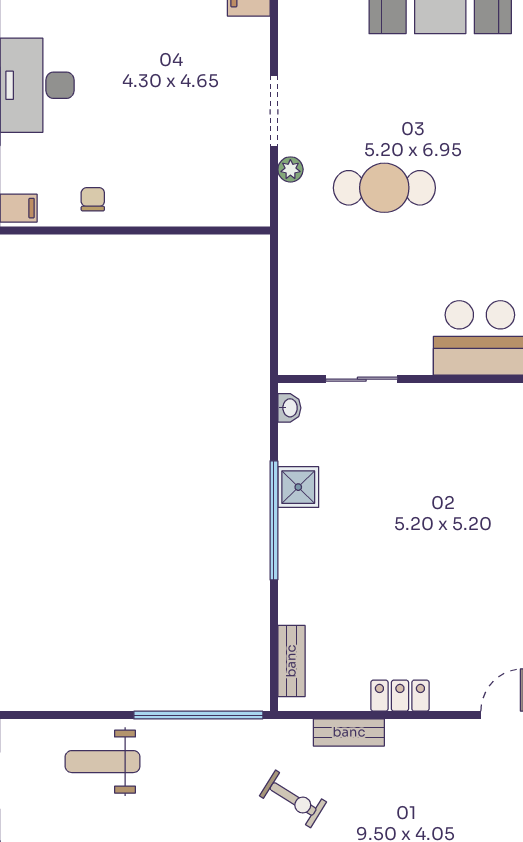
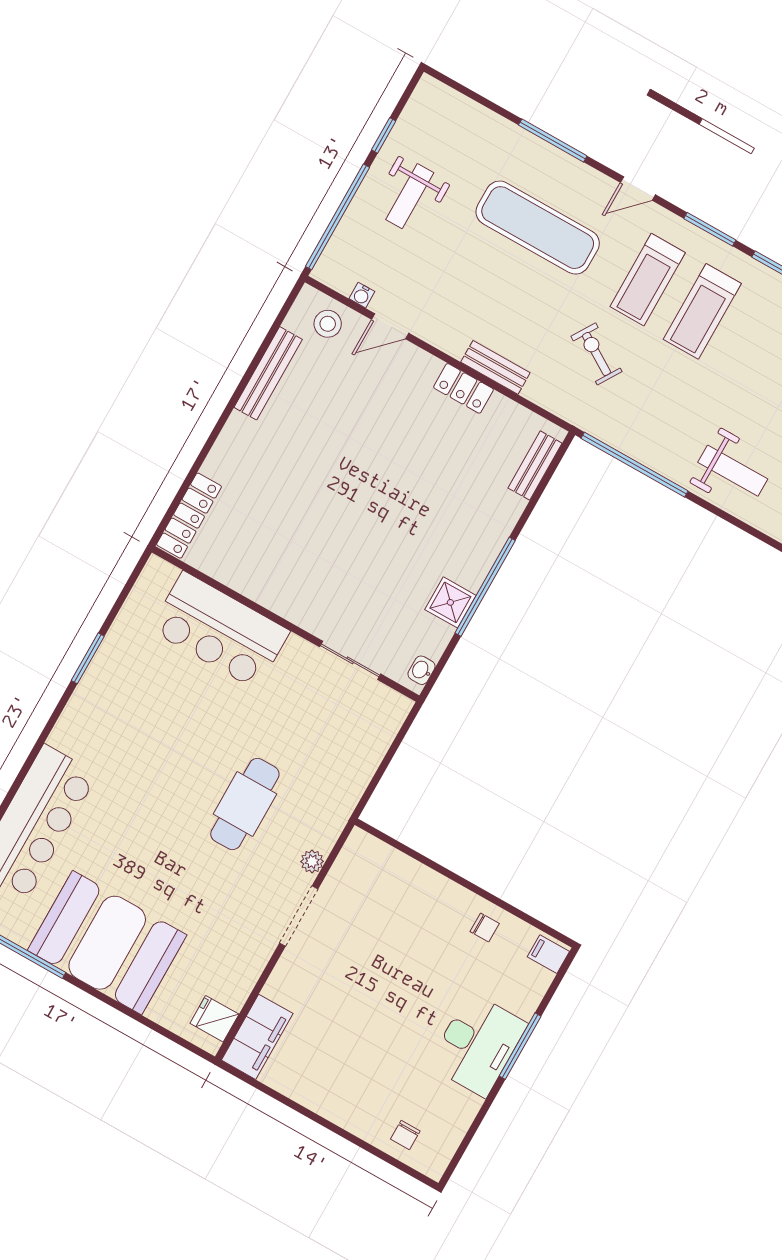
cafe table: (384, 188) -> (245, 804), turned 90
chair: (93, 199) -> (485, 928), turned -90
bench: (349, 732) -> (495, 367), moved

